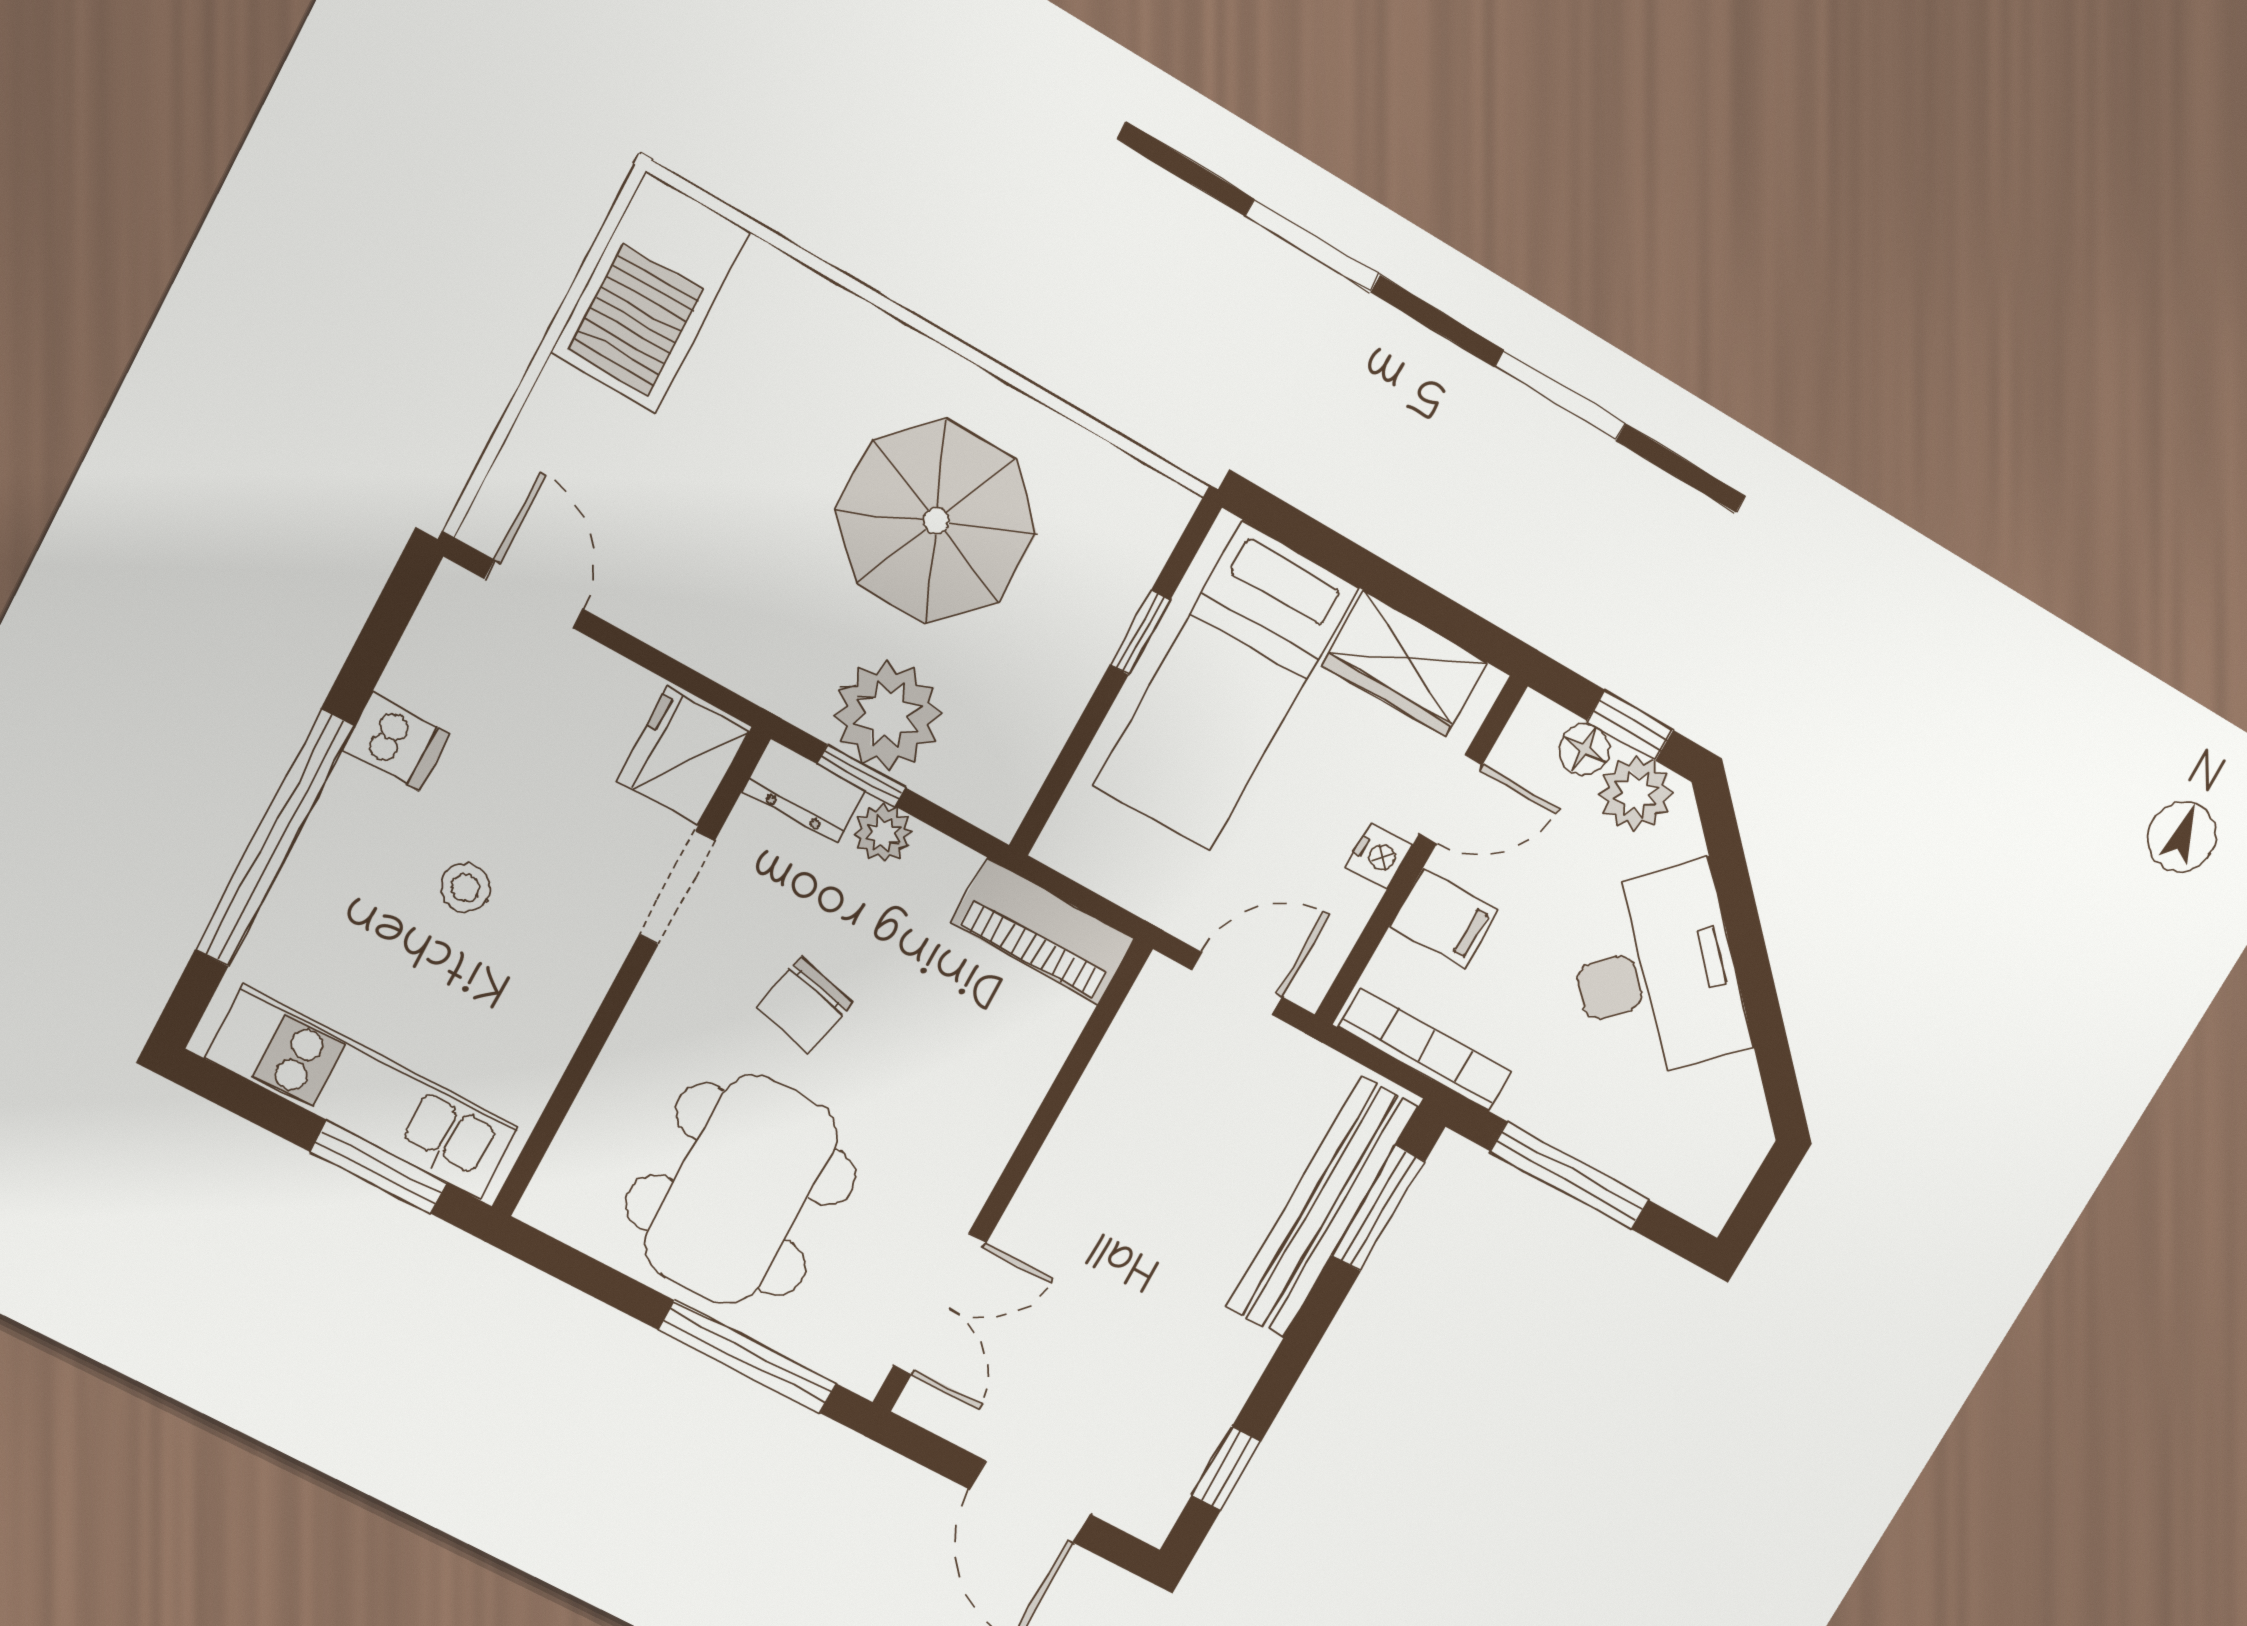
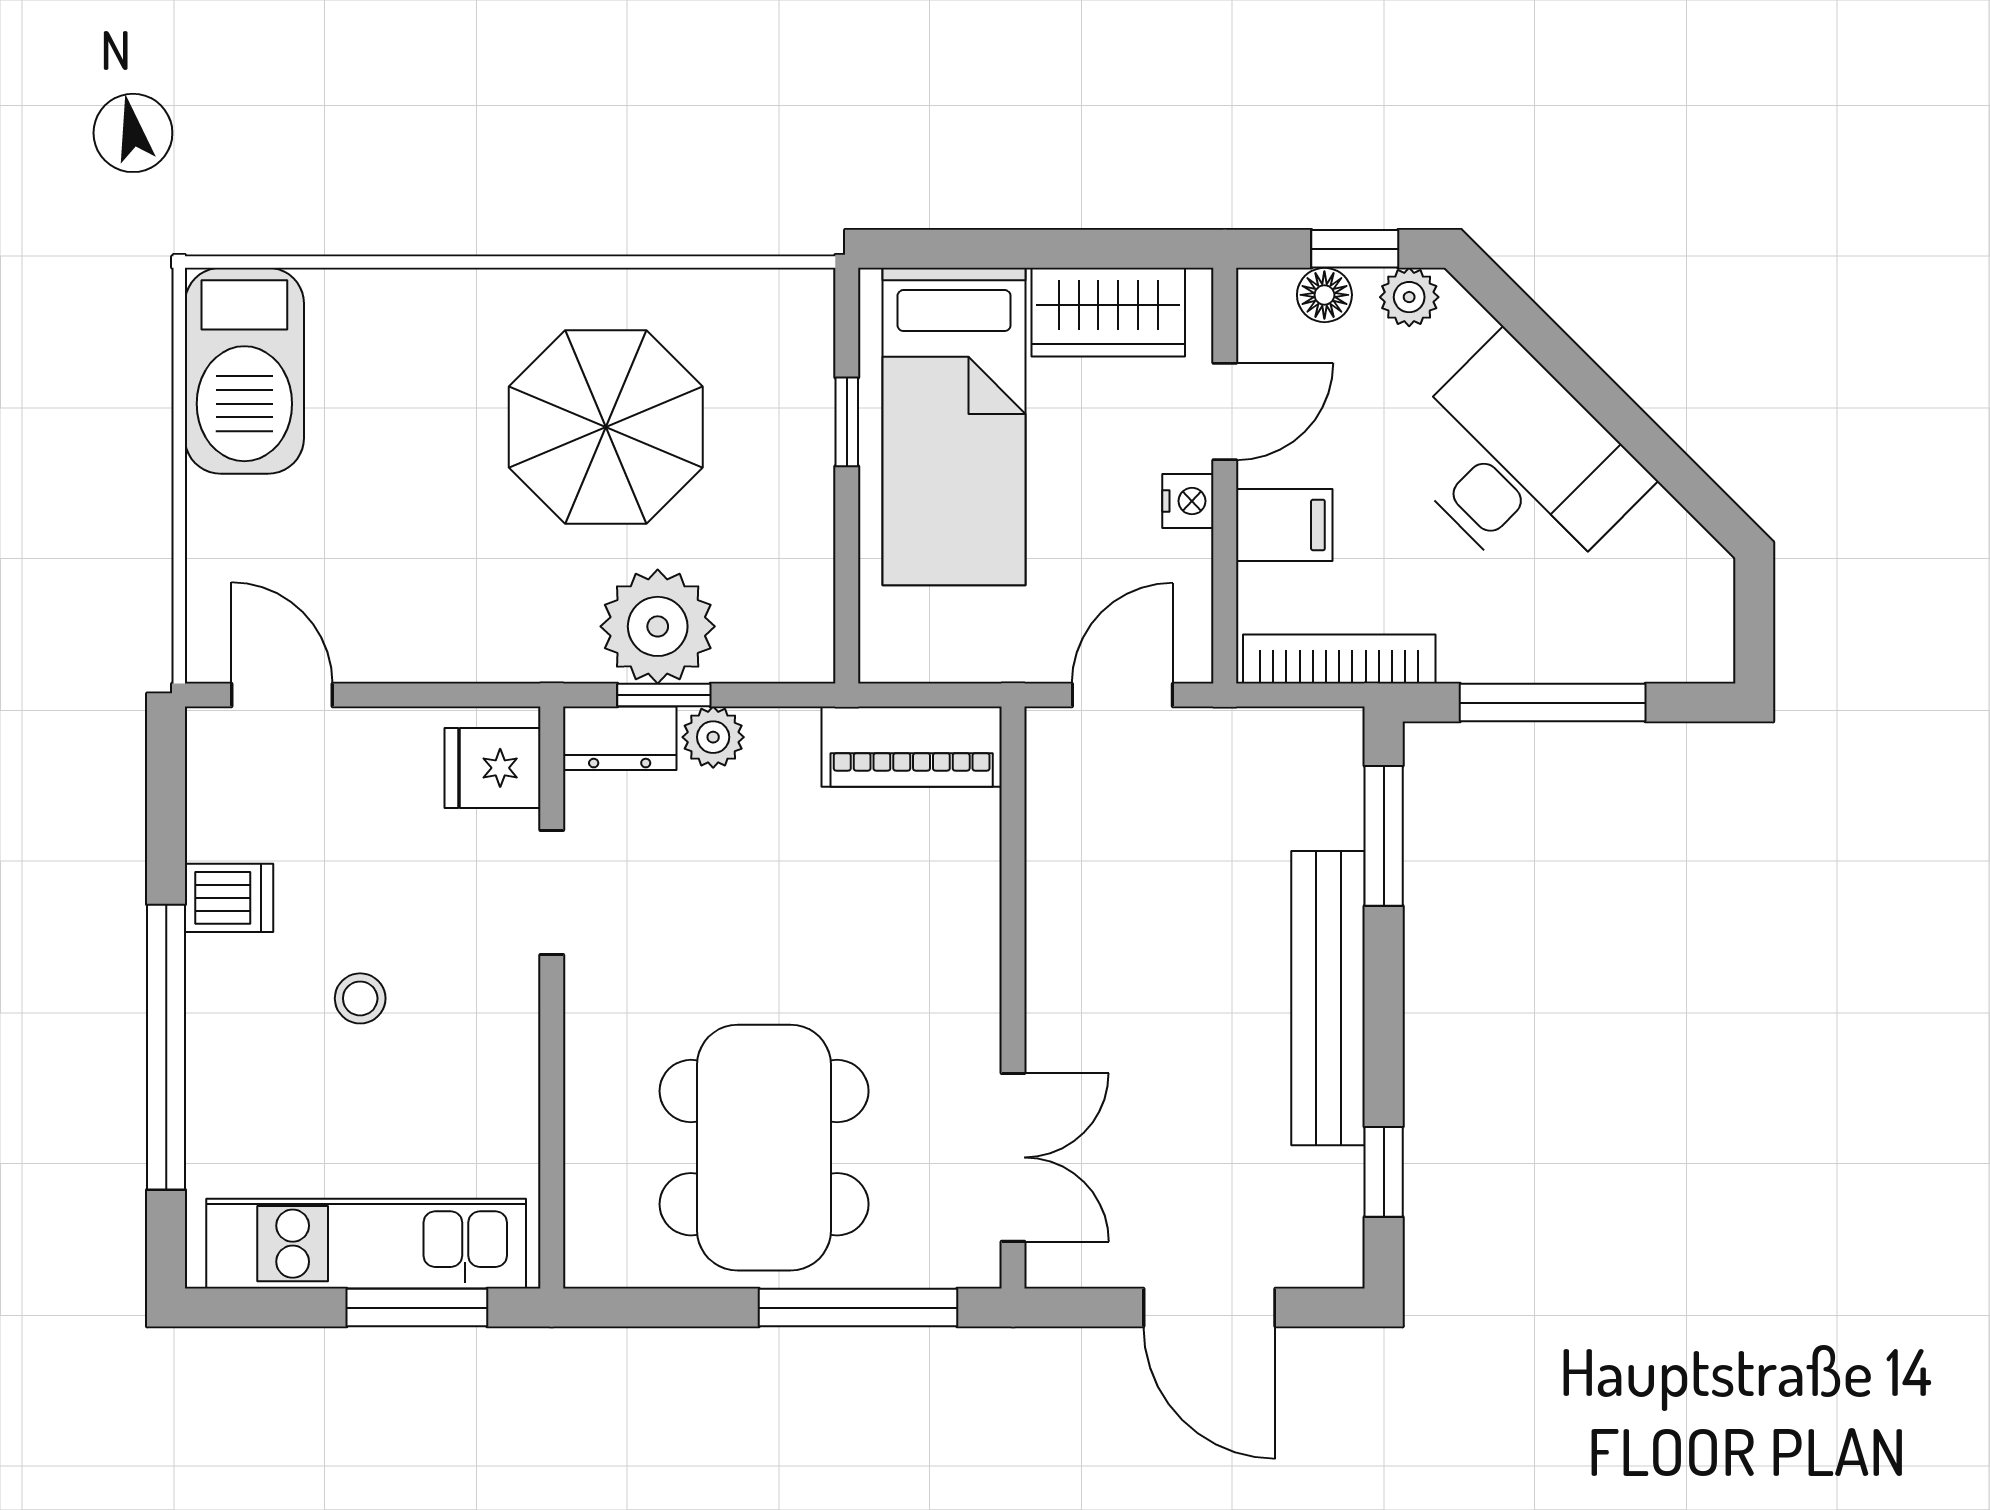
fridge: (683, 756) -> (493, 768), width x0.72
plant: (1636, 794) -> (1409, 297), width x0.73, depth x0.73
chair: (804, 1005) -> (728, 938), removed
bench: (1322, 1207) -> (1328, 998), moved

